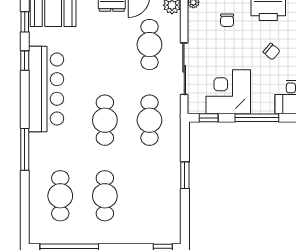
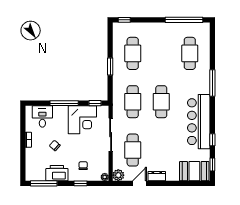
cafe table: (105, 196) -> (133, 53), moved

